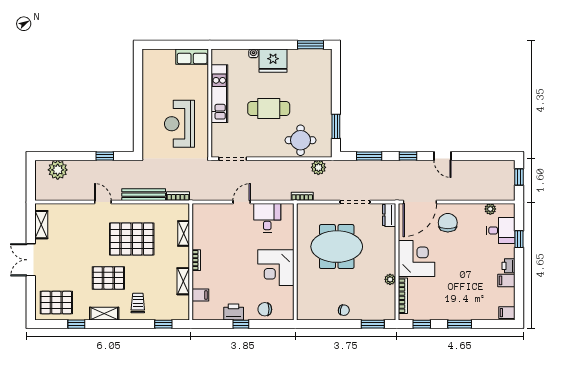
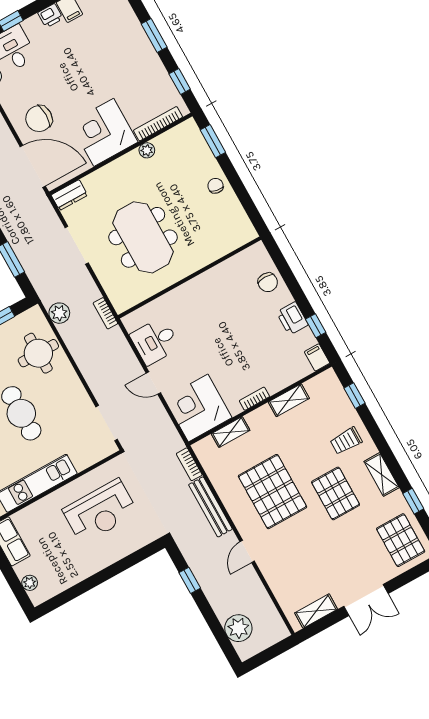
plant: (159, 54) -> (30, 583), added
corner desk: (276, 268) -> (198, 408), moved, turned 180
filing cabinet: (200, 295) -> (317, 357), moved
window: (241, 324) -> (316, 326), moved

